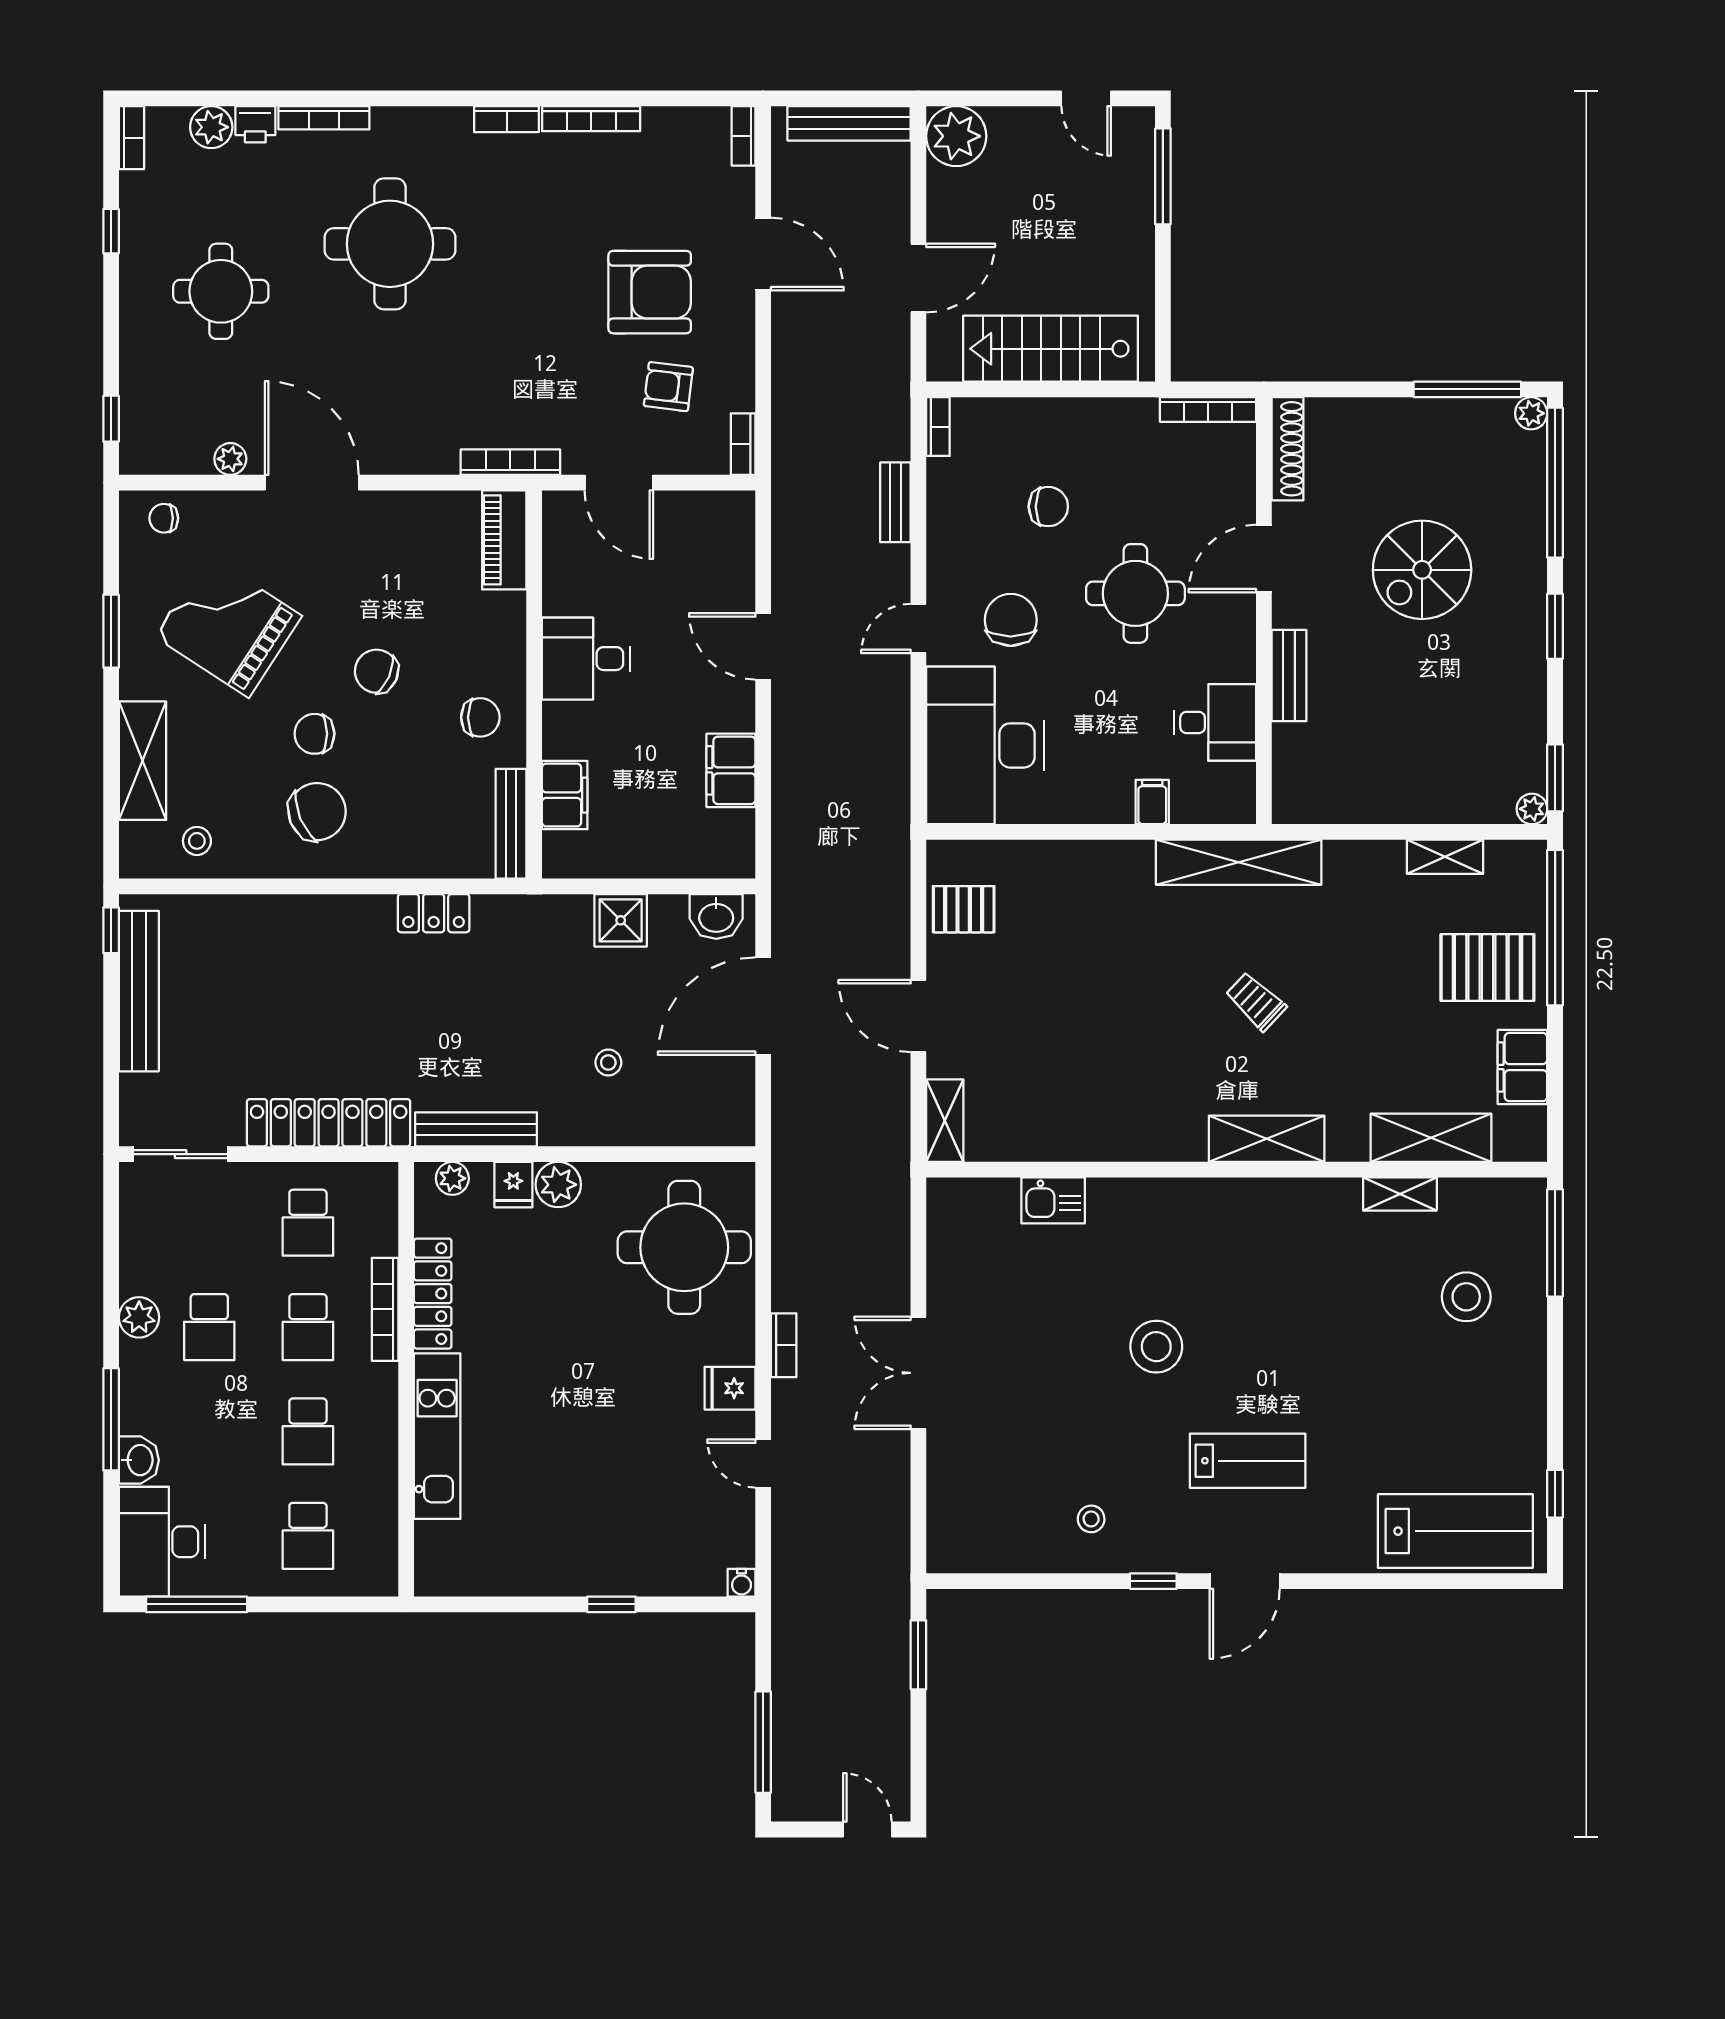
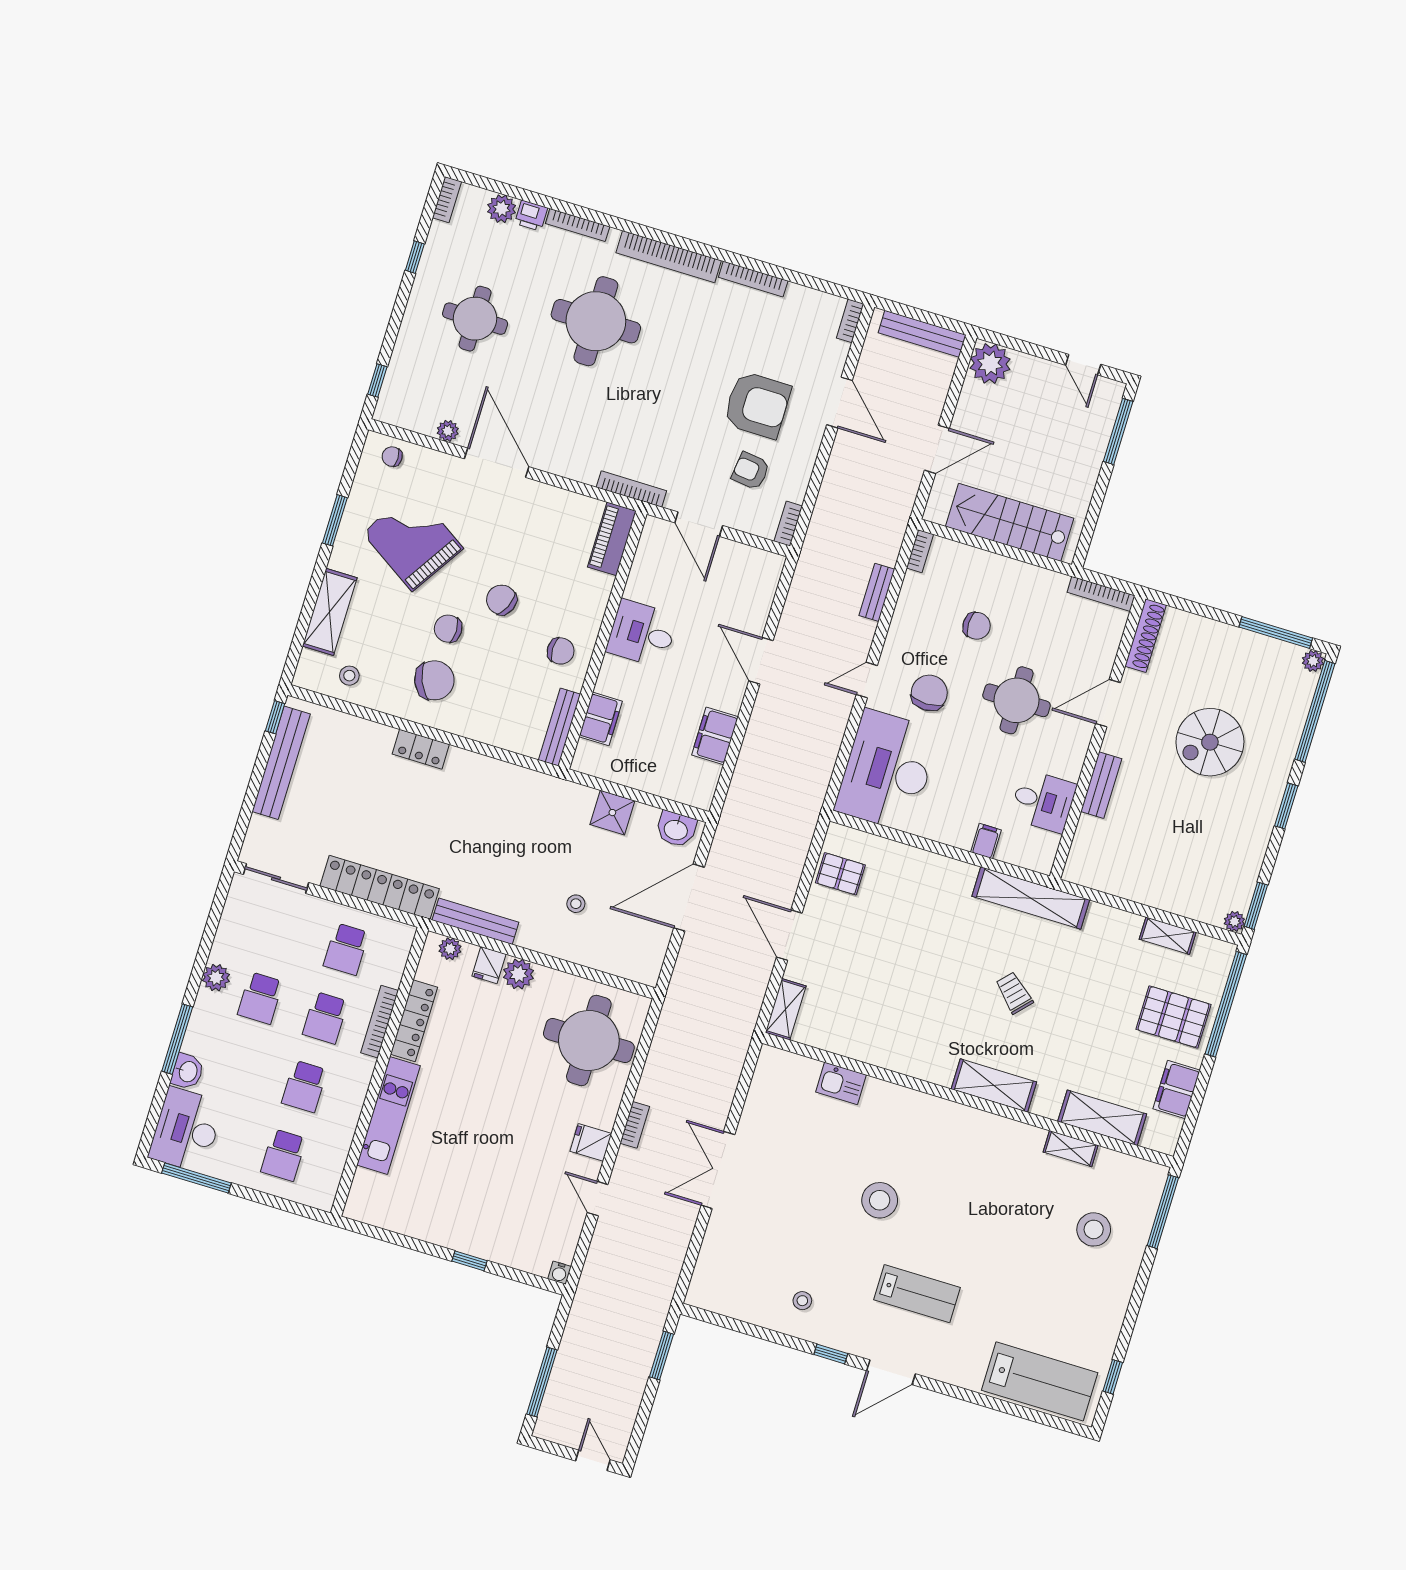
bookcase: (507, 119) -> (669, 257), width x2.31, depth x1.31
locker: (434, 913) -> (421, 749), moved

